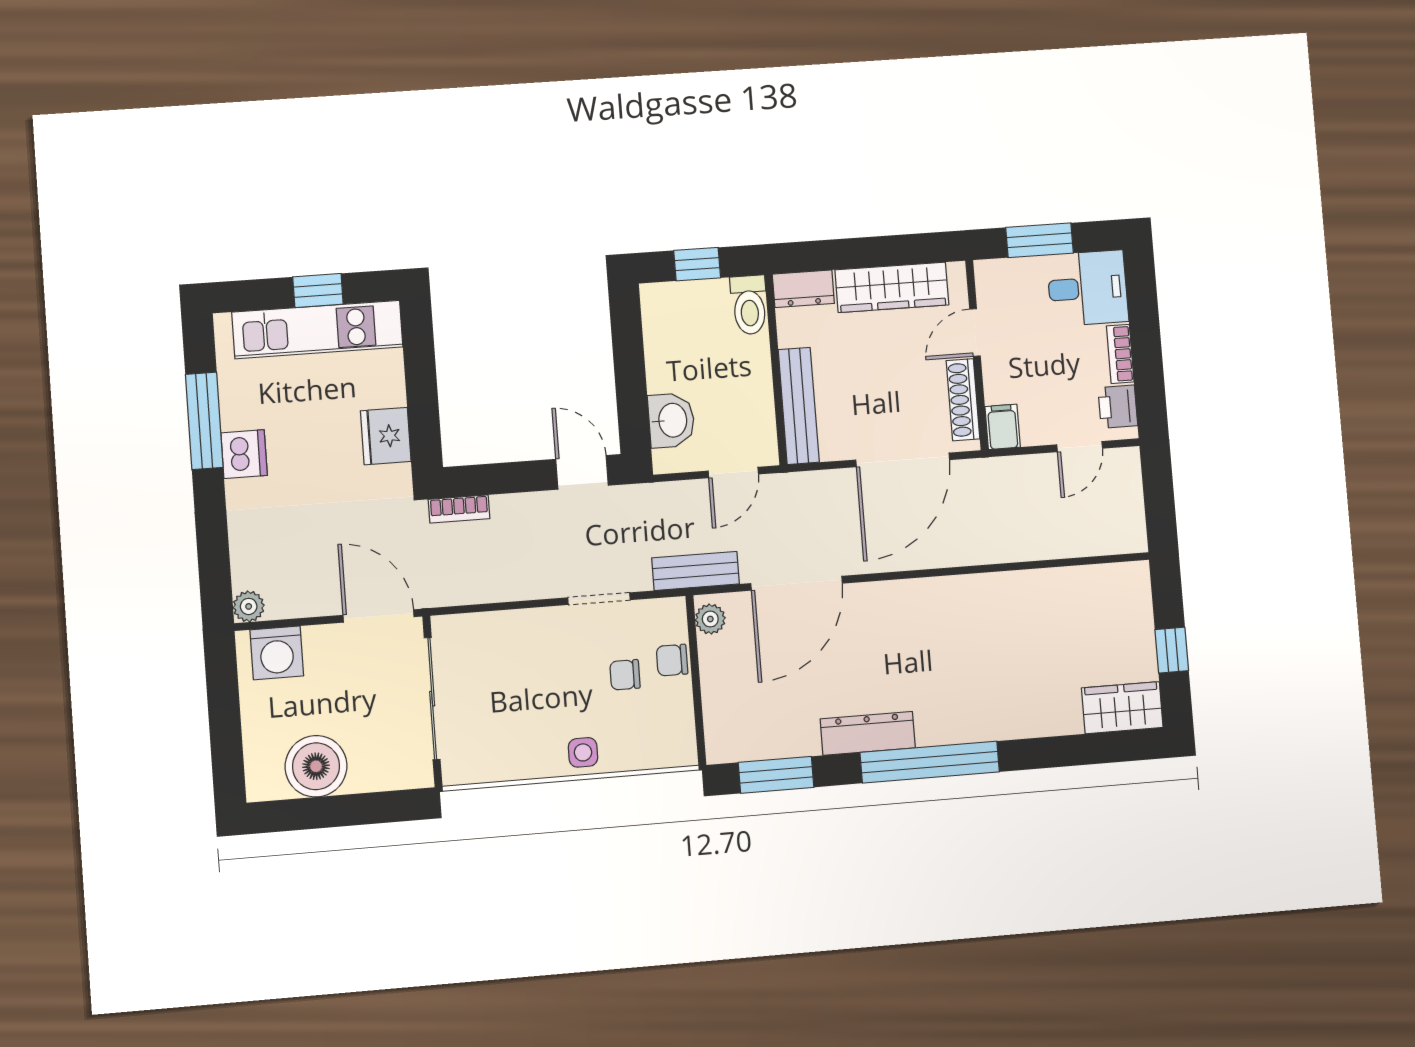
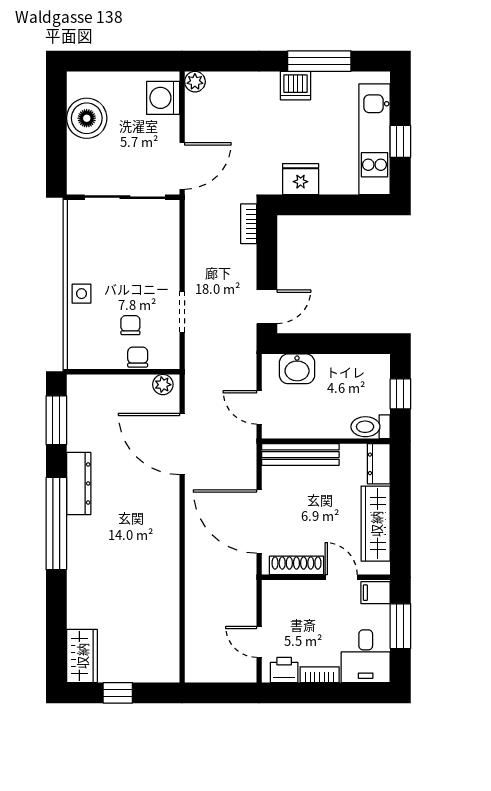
filing cabinet: (1003, 427) -> (376, 593), moved, turned 180
bench: (695, 571) -> (196, 377), removed

